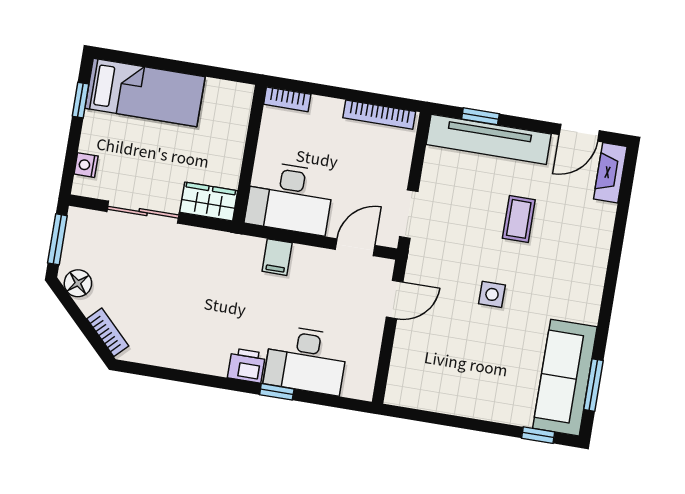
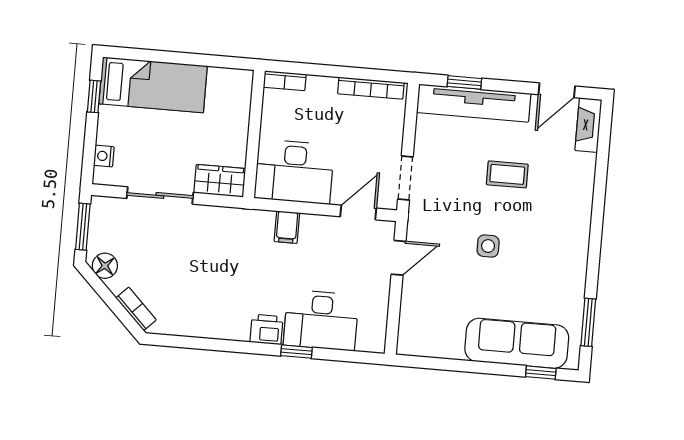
coffee table: (519, 219) -> (507, 174), turned 90
sofa: (565, 378) -> (517, 343), moved, turned 90

